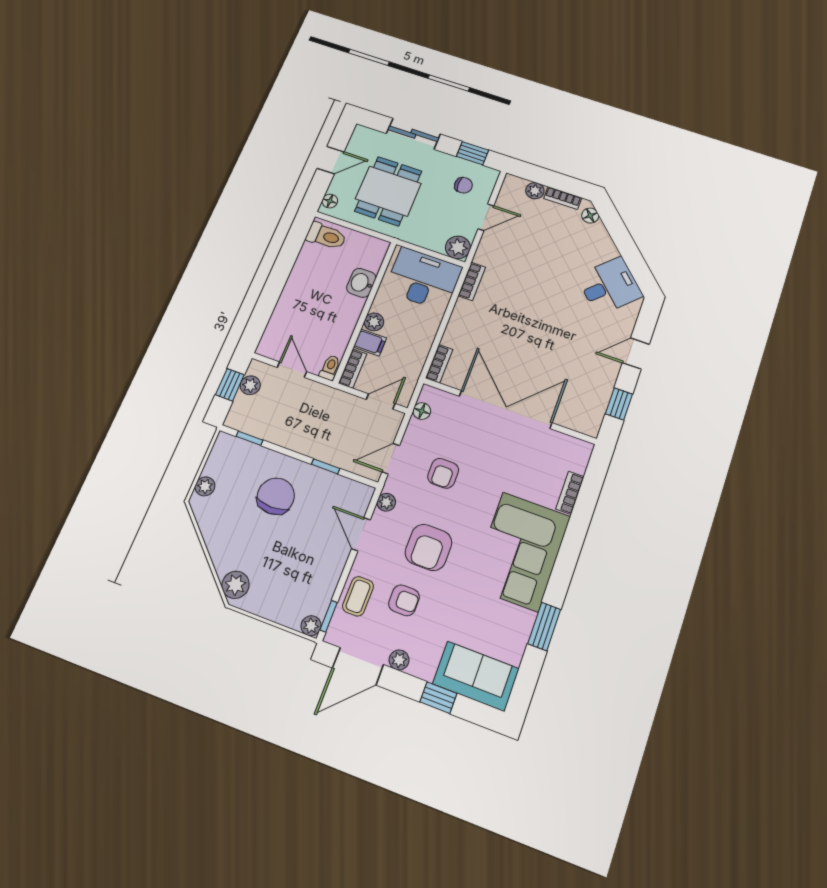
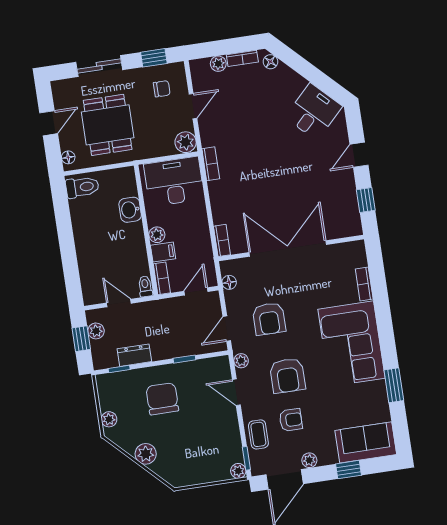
dresser: (275, 433) -> (134, 355), added
armchair: (443, 473) -> (269, 319), width x1.38, depth x1.38
plant: (235, 585) -> (146, 454), moved

